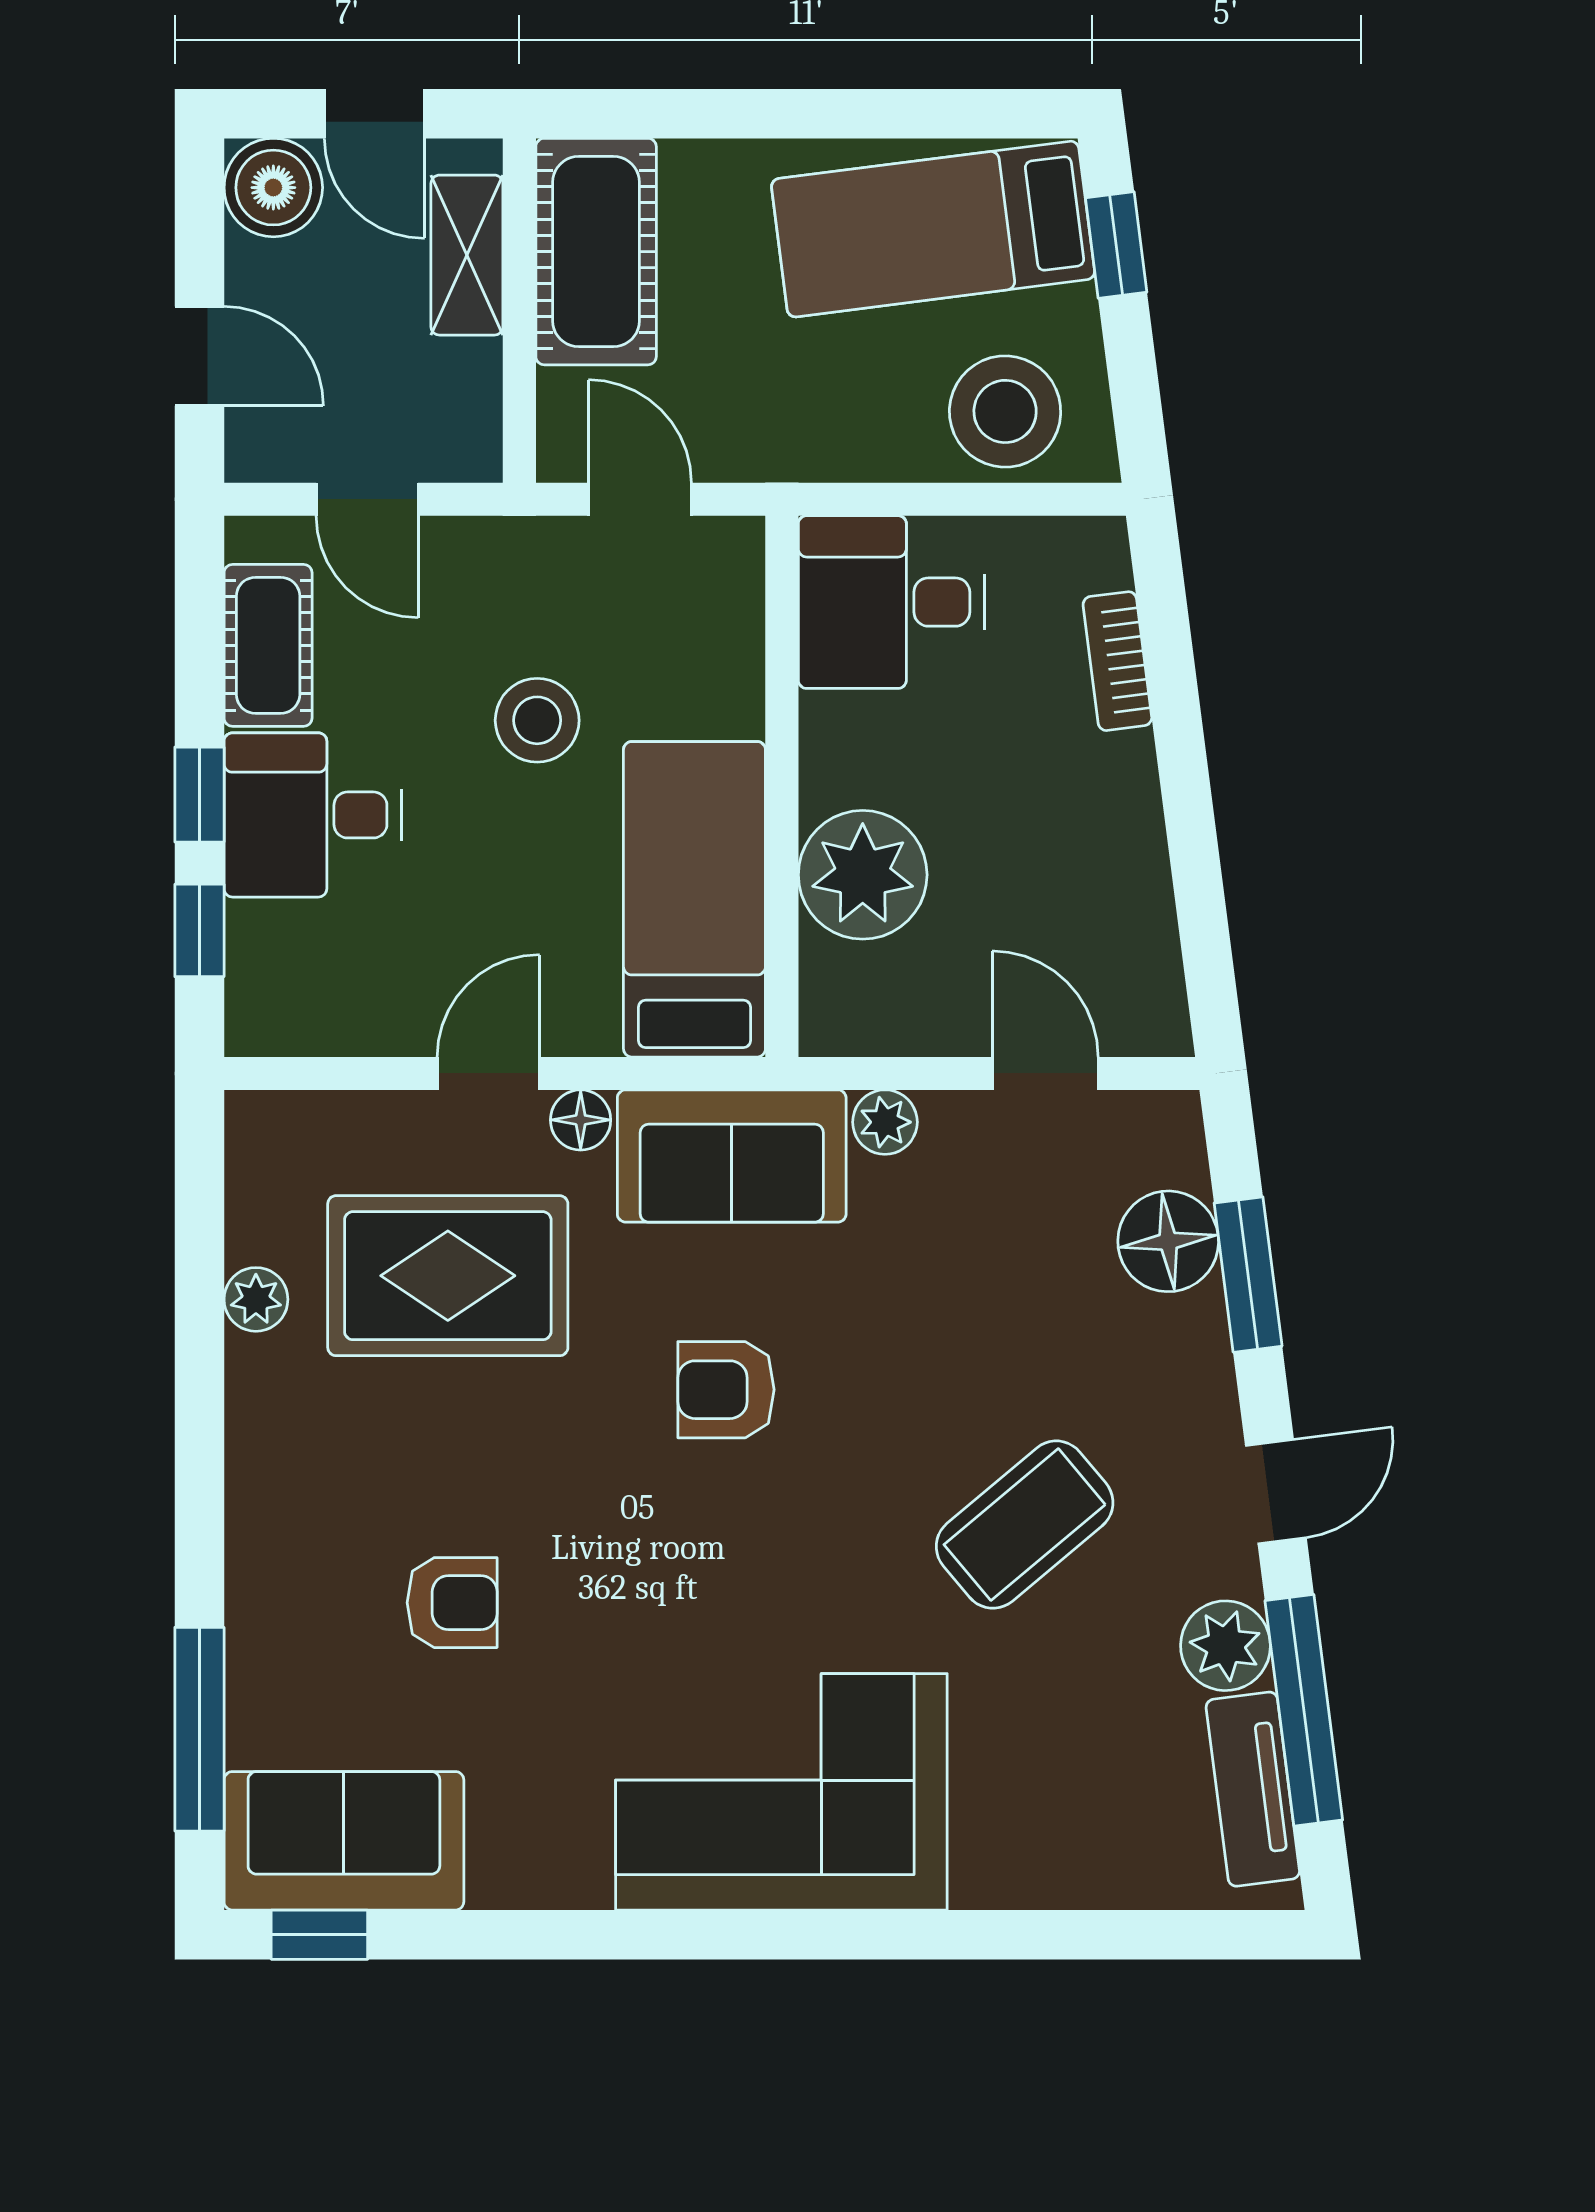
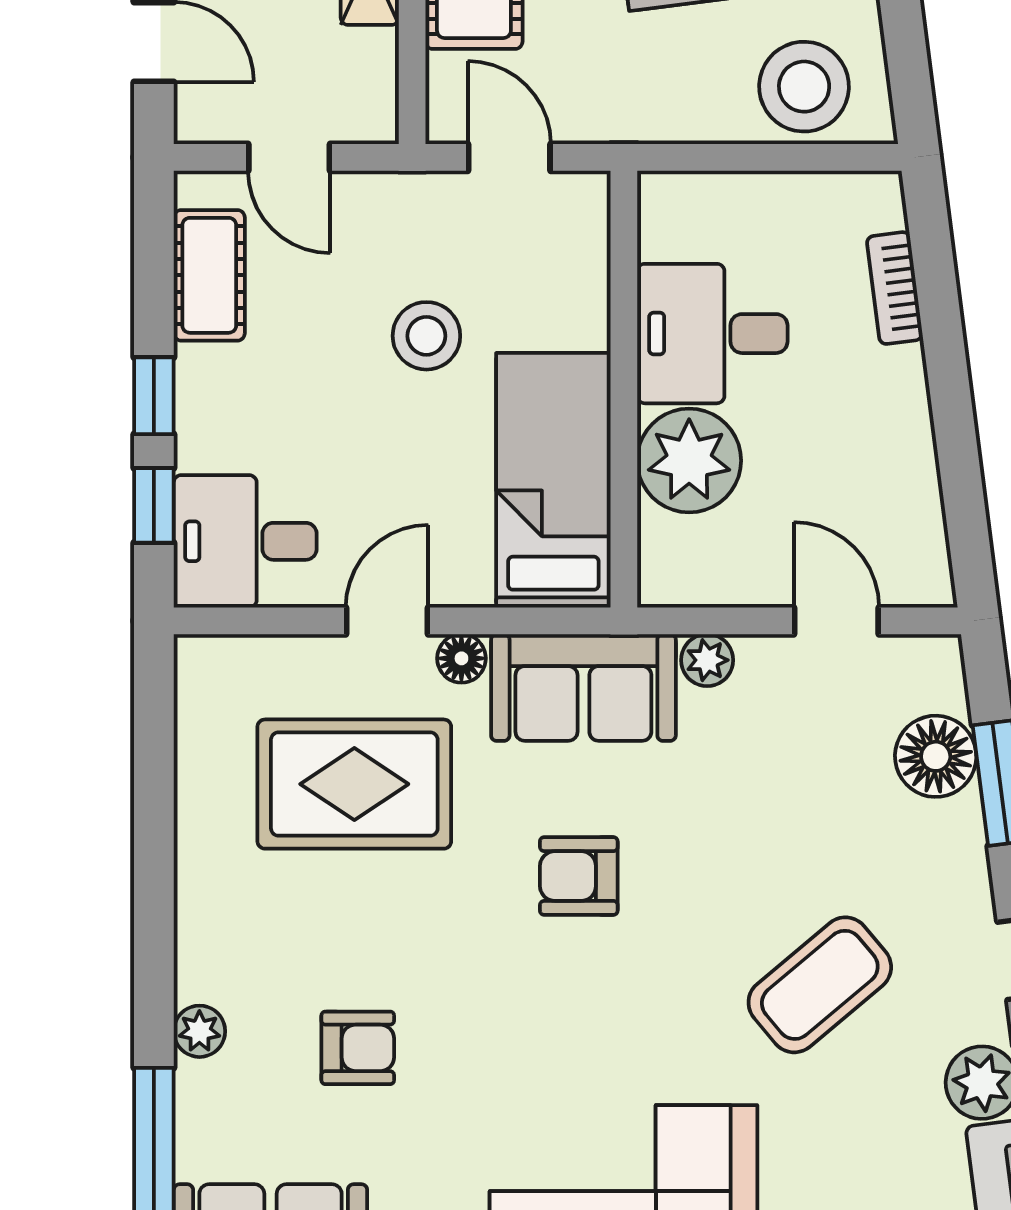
desk: (891, 602) -> (712, 334), moved
desk: (313, 815) -> (245, 541), moved
plant: (256, 1299) -> (199, 1031), moved

